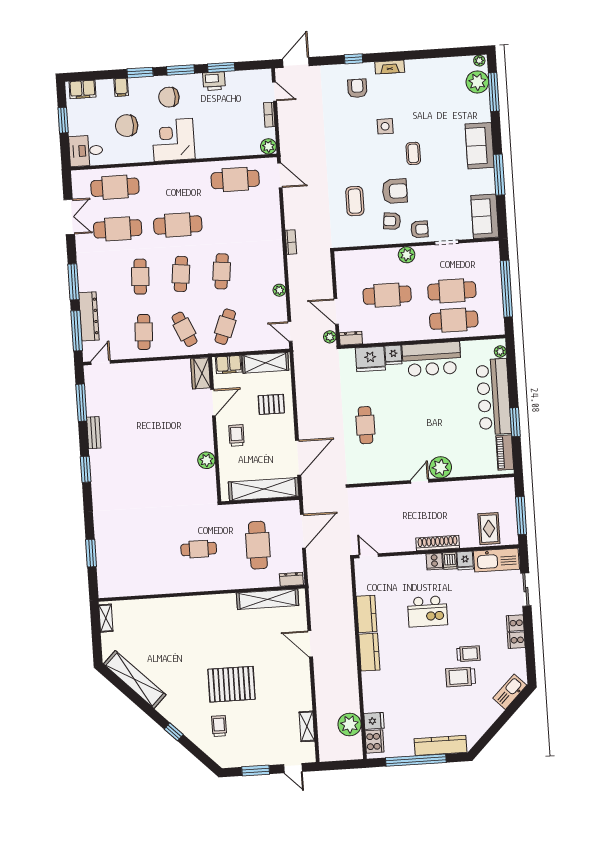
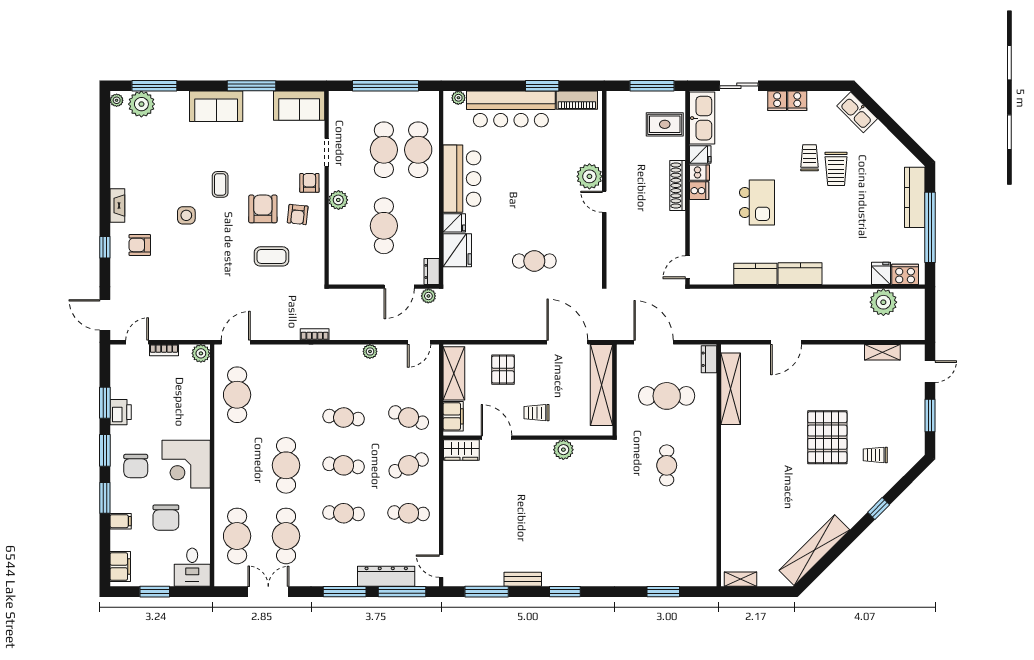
coffee table: (413, 153) -> (220, 184), turned 90

